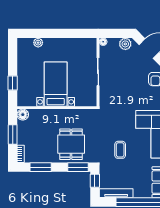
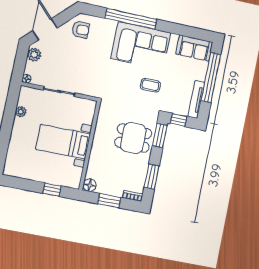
plant: (38, 43) -> (21, 112), moved

